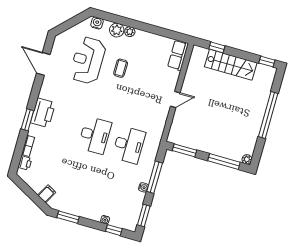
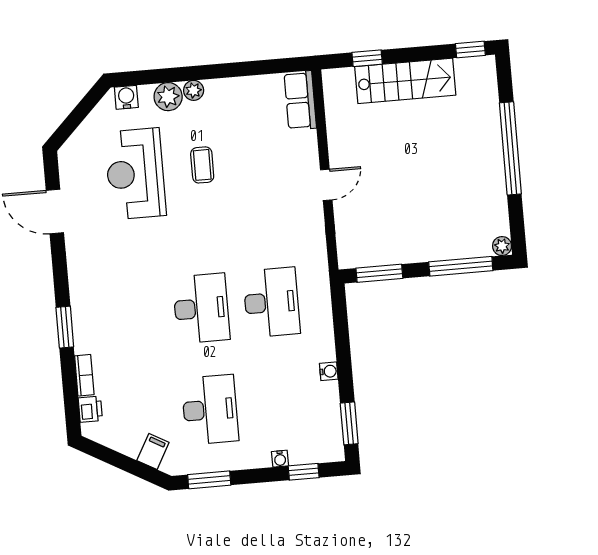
printer: (43, 113) -> (89, 303), removed
window: (155, 177) -> (342, 345), removed
desk: (81, 184) -> (210, 410), added

